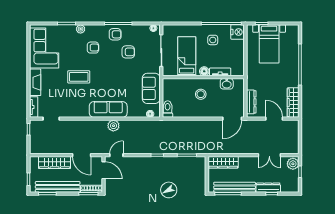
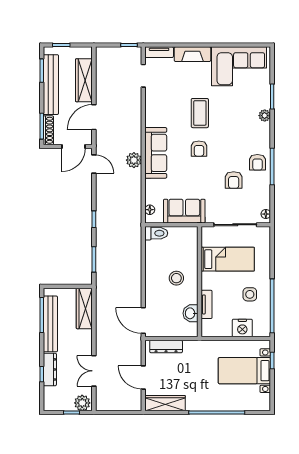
nightstand: (238, 32) -> (242, 328), moved
armchair: (93, 48) -> (199, 149), moved
floor lamp: (204, 71) -> (207, 283), removed
door: (274, 119) -> (143, 377), swing flipped

